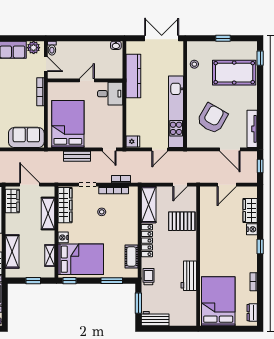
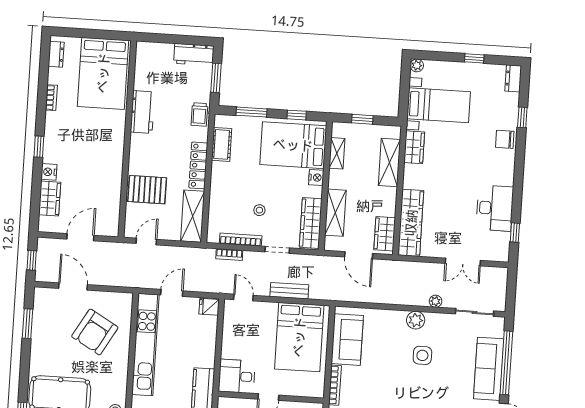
window: (260, 121) -> (27, 324), added
tv unit: (252, 129) -> (40, 314), removed
sofa: (26, 137) -> (347, 340), moved, turned -90
window: (70, 281) -> (297, 115), moved

